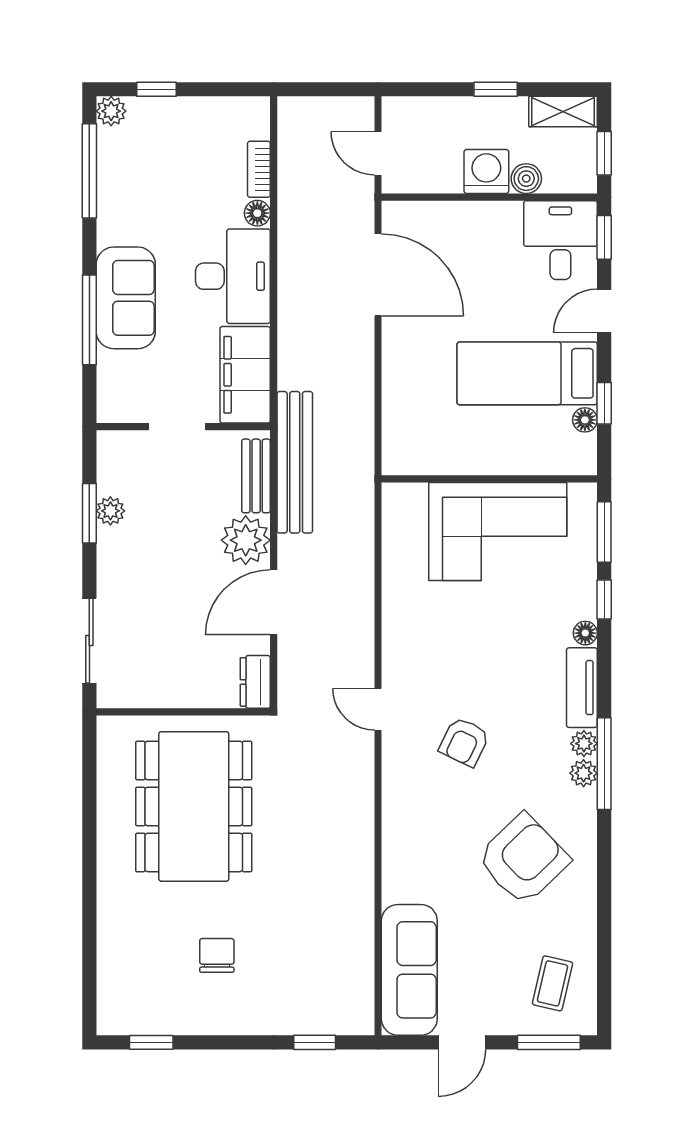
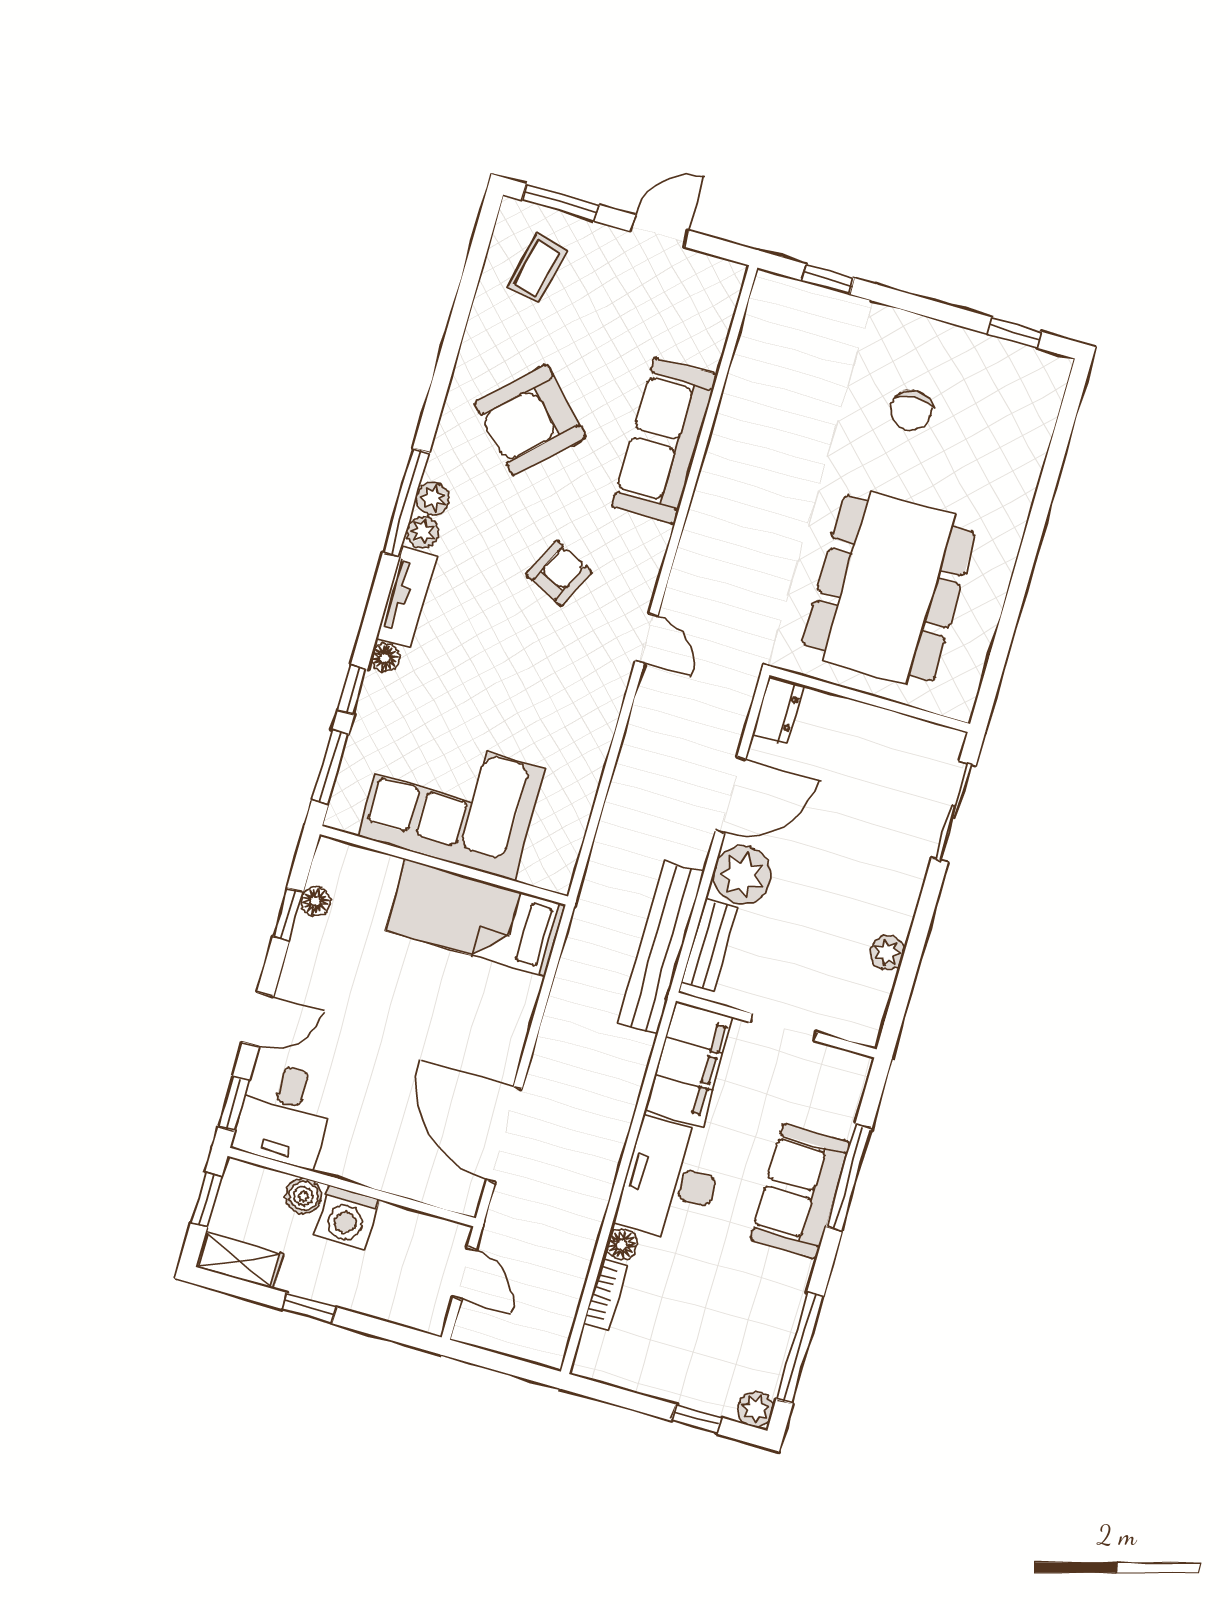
bed: (527, 373) -> (476, 918), moved, turned 180
window: (89, 513) -> (912, 957), removed
sofa: (409, 970) -> (665, 441), moved

